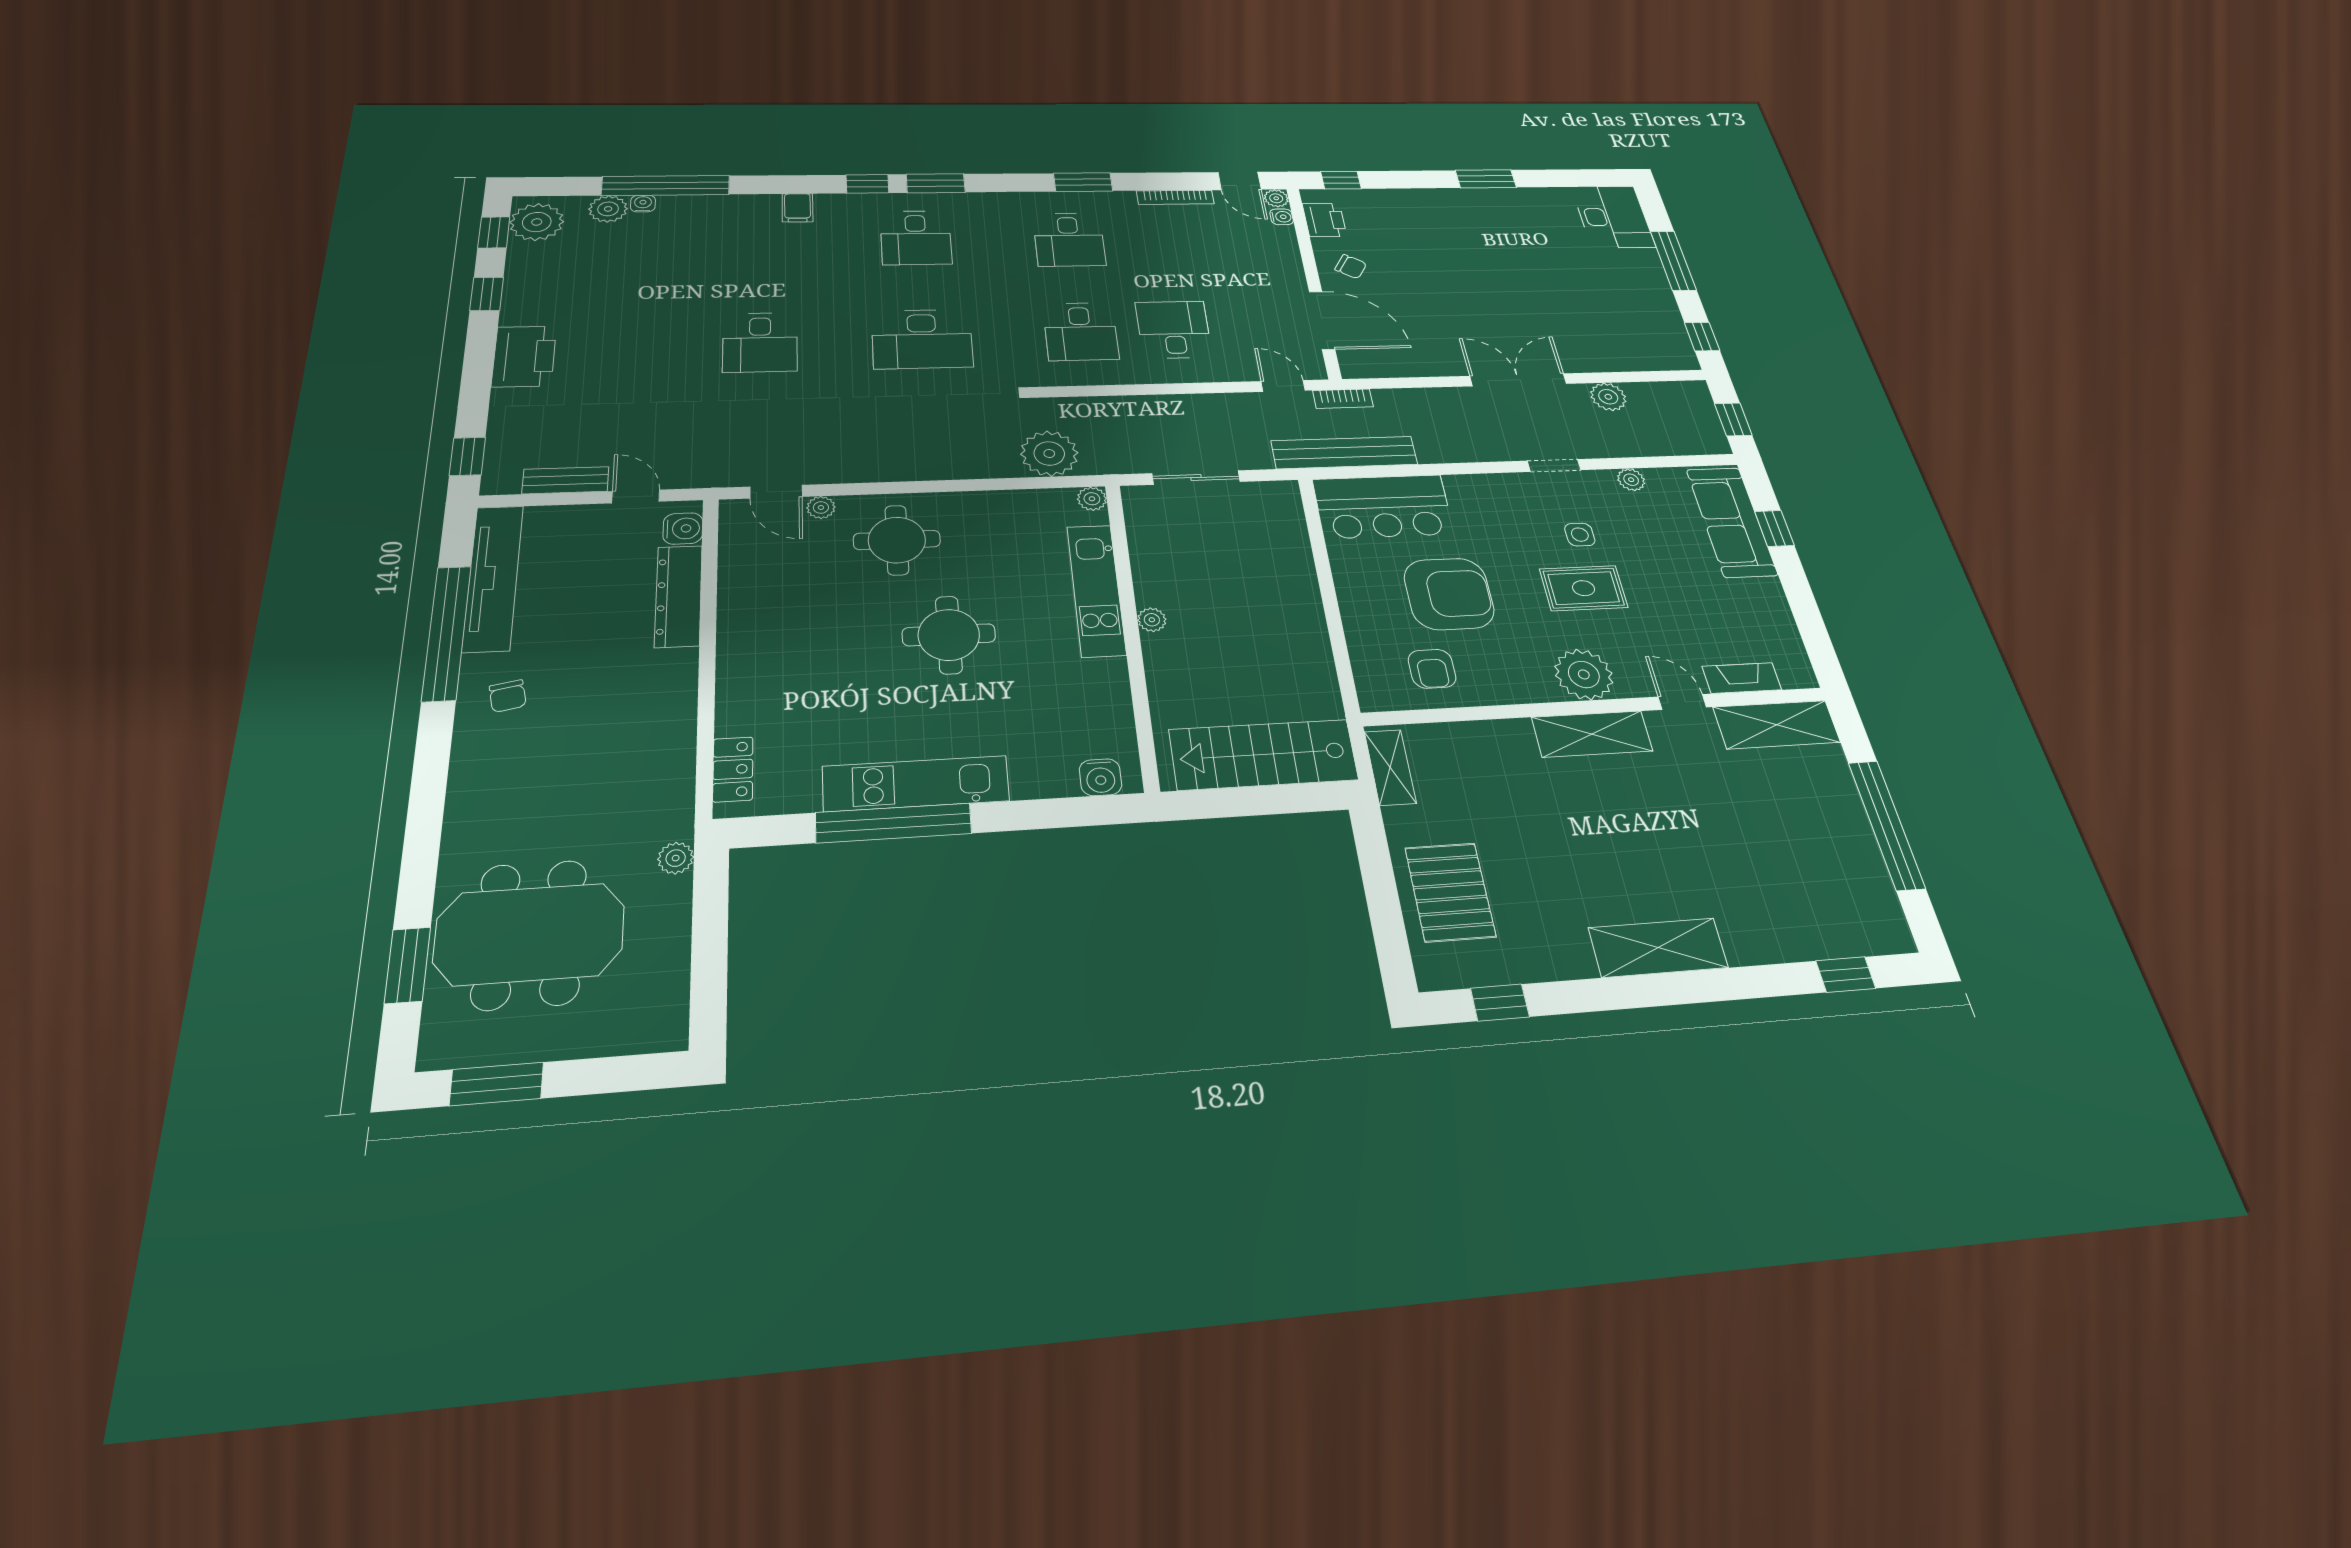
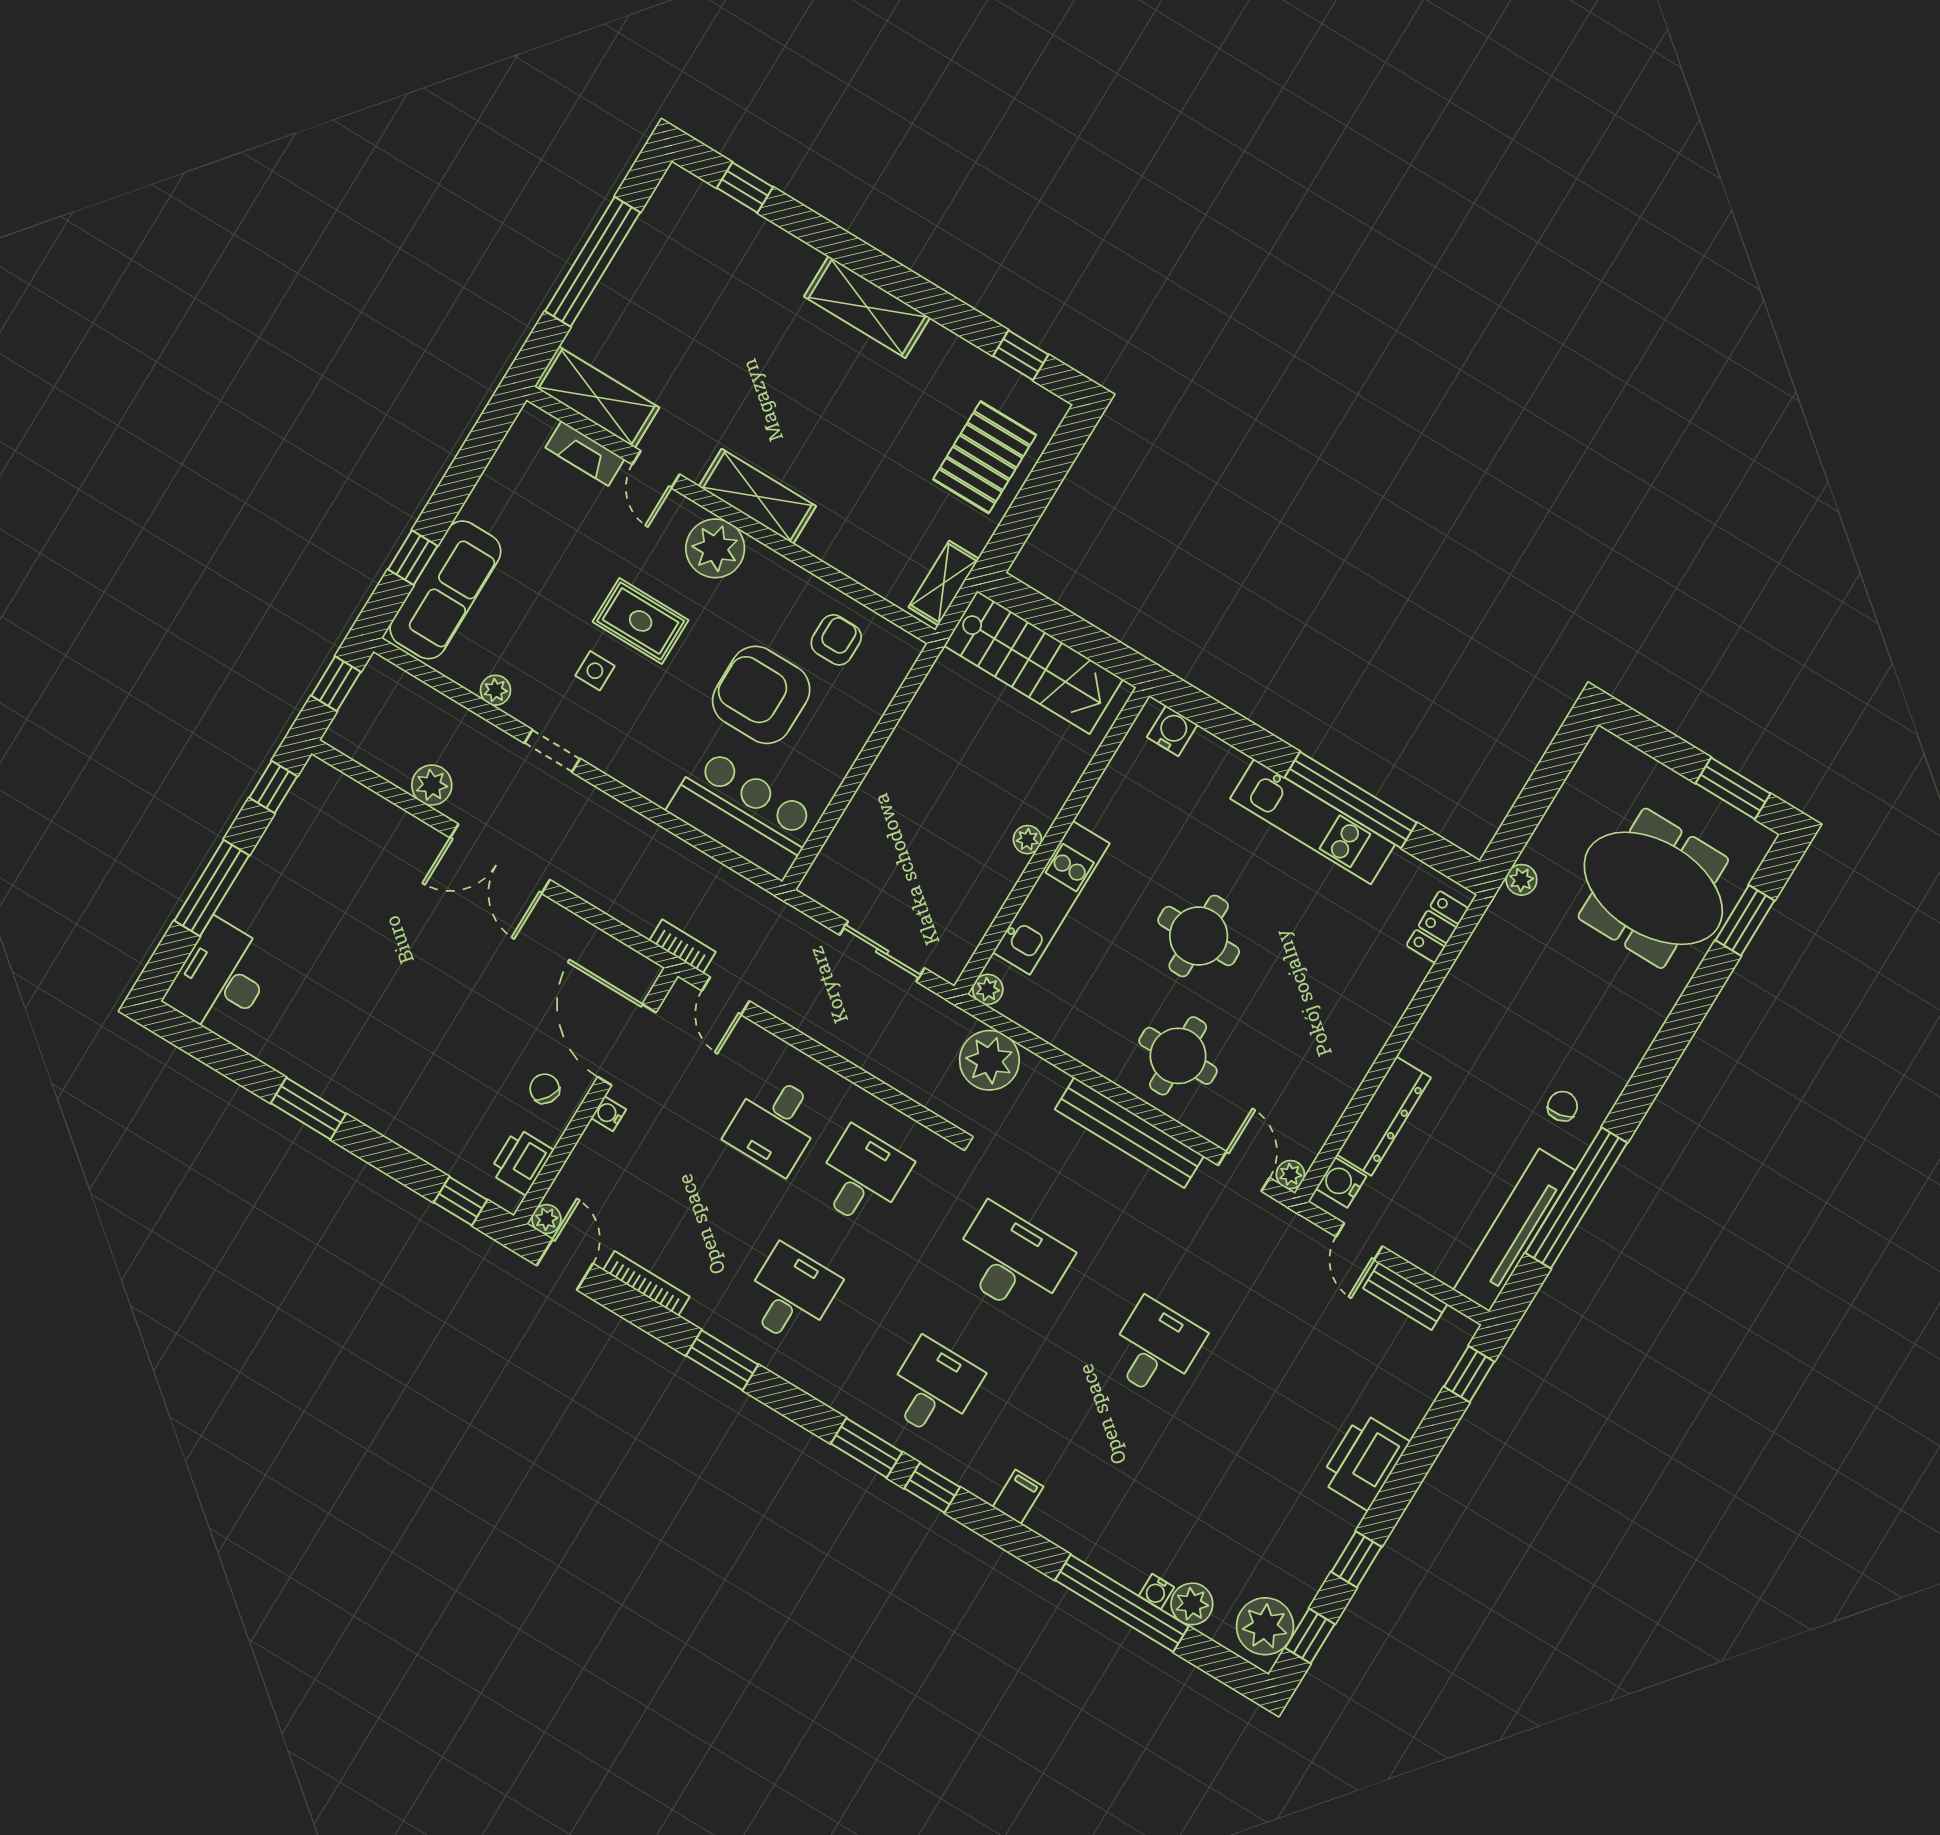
water cooler: (1282, 217) -> (609, 1114), moved
bench: (1344, 452) -> (1129, 1133), moved
plant: (821, 507) -> (1290, 1175), moved

